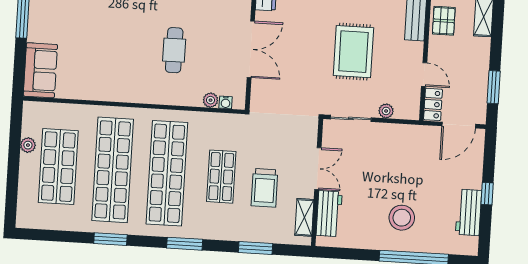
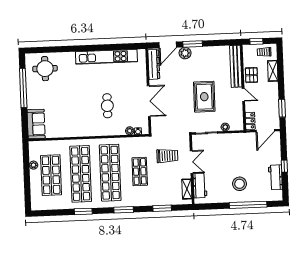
door: (424, 74) -> (243, 95), moved
trolley: (265, 188) -> (167, 156), moved, turned -90

